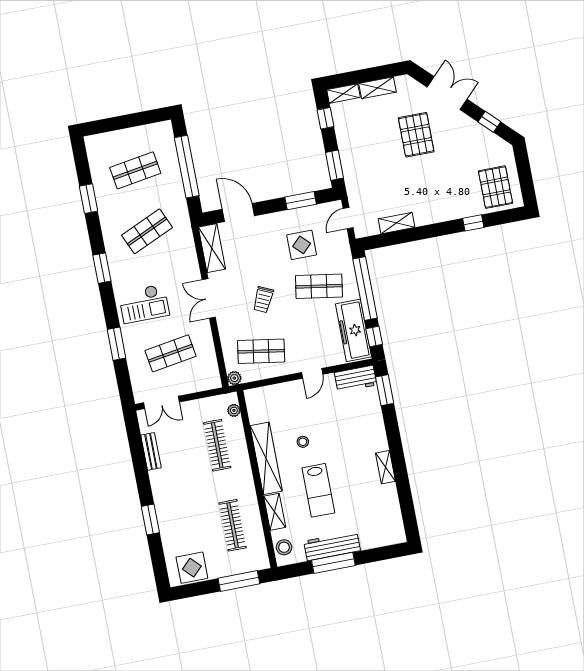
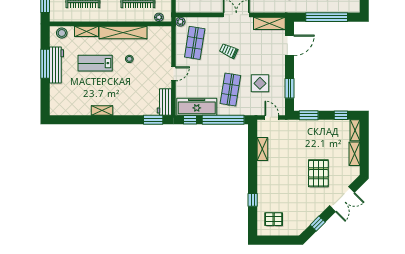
pallet: (416, 135) -> (318, 173), turned 90
pallet: (495, 187) -> (274, 219), width x0.67, depth x0.71
door: (312, 373) -> (173, 74), swing flipped

